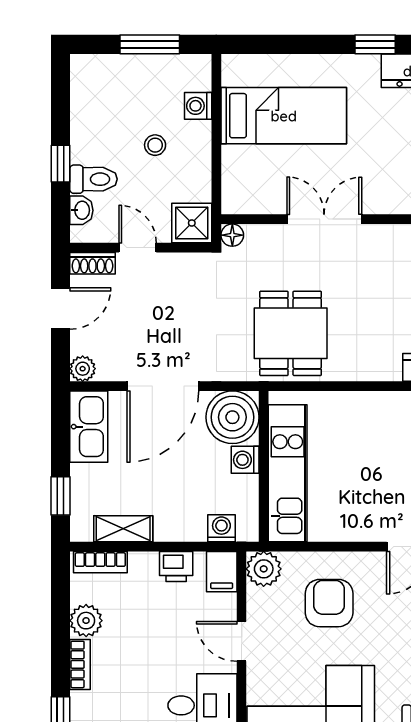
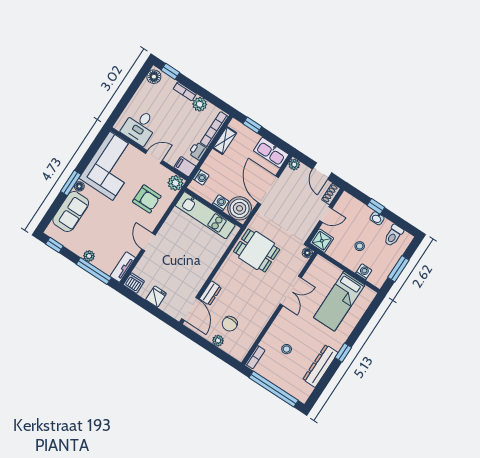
toilet: (93, 179) -> (393, 235), moved
washbasin: (81, 210) -> (377, 218), moved
bookcase: (100, 562) -> (214, 129), width x1.56

